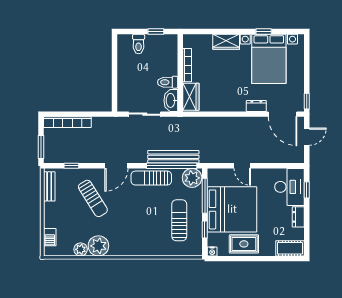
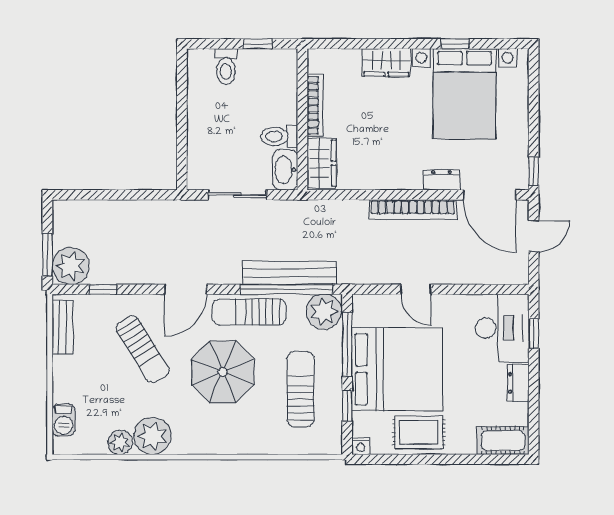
bookcase: (67, 122) -> (413, 210), moved
plant: (54, 153) -> (71, 266), added
parasol: (137, 211) -> (223, 372), added

